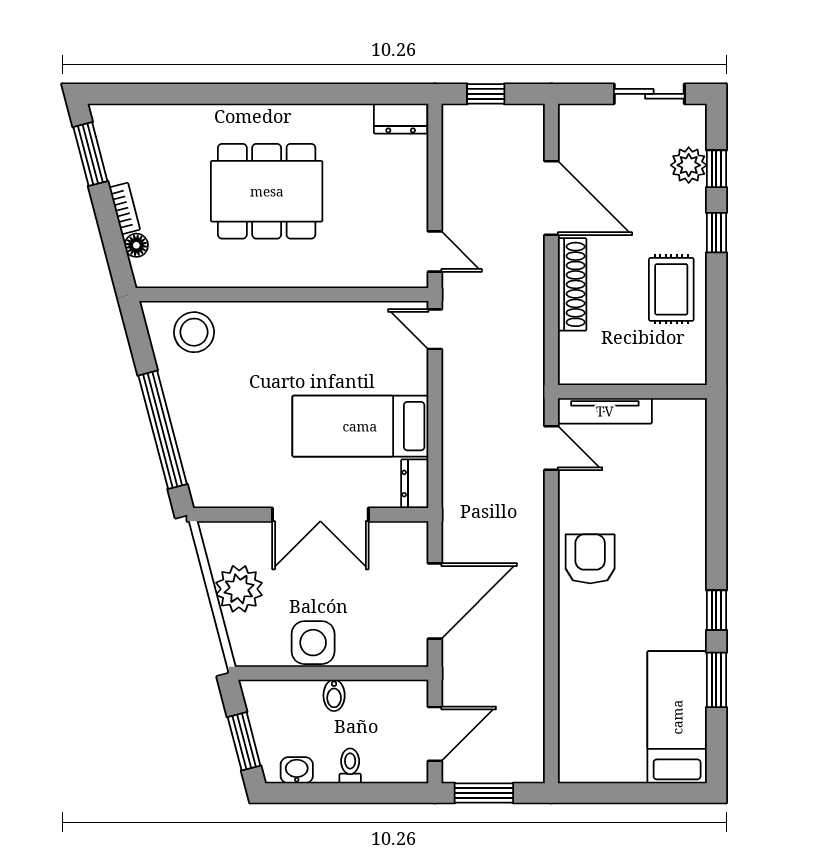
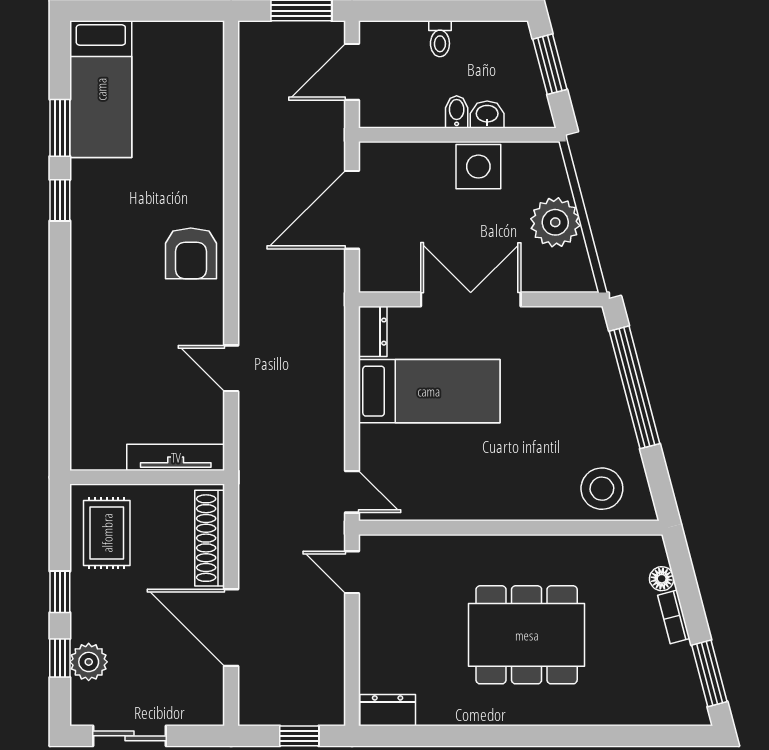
wall: (632, 392) -> (147, 477), moved
tv unit: (605, 411) -> (176, 457), moved
washbasin: (297, 770) -> (487, 114), moved, turned 180

